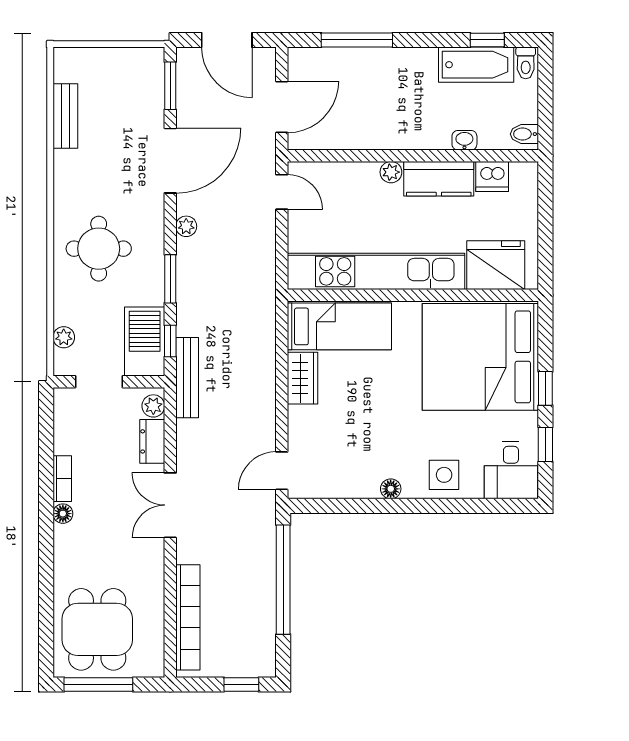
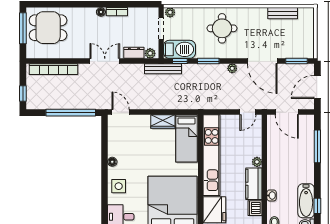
plant: (64, 337) -> (170, 12), moved

